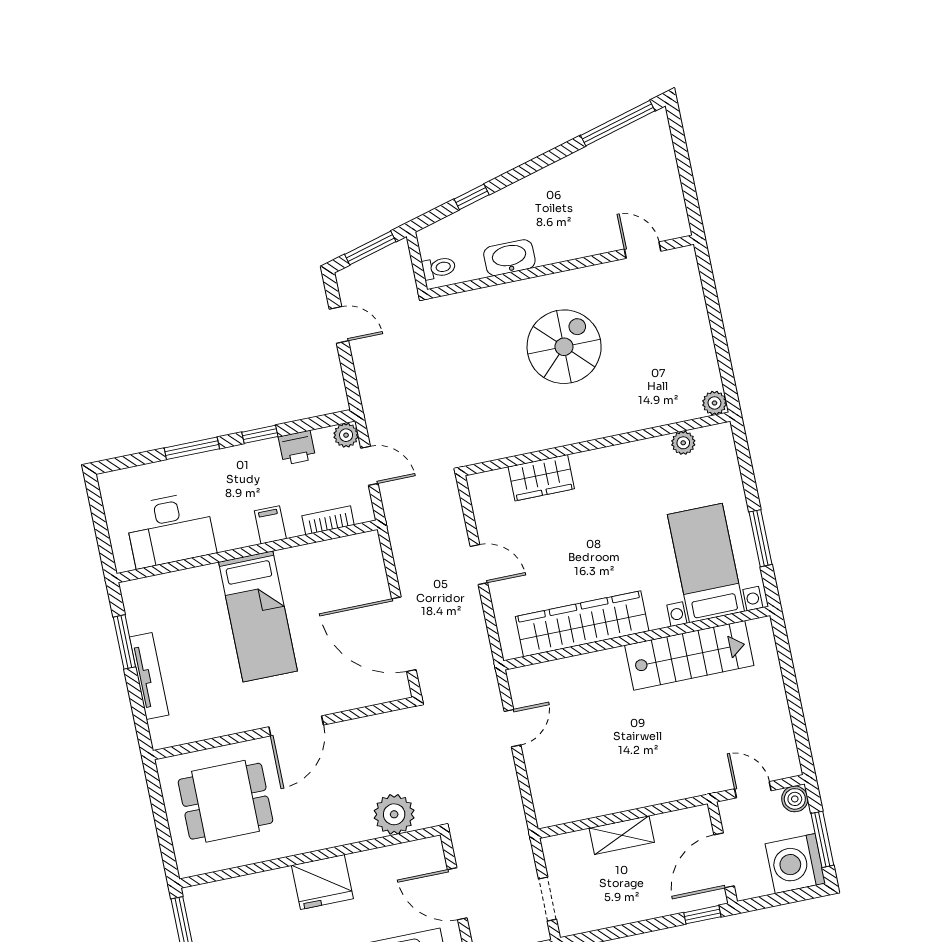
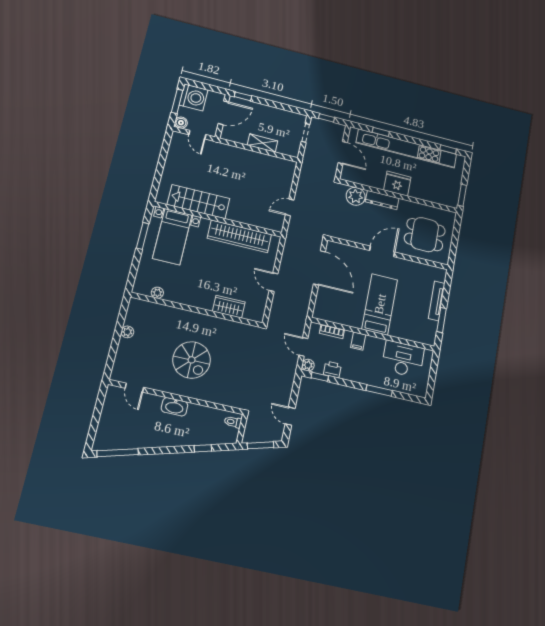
washbasin: (509, 258) -> (175, 407), moved
spiral stairs: (564, 347) -> (192, 360), turned -90
plant: (714, 403) -> (127, 332), moved
window: (260, 434) -> (320, 377), moved
dresser: (339, 832) -> (382, 200), added

